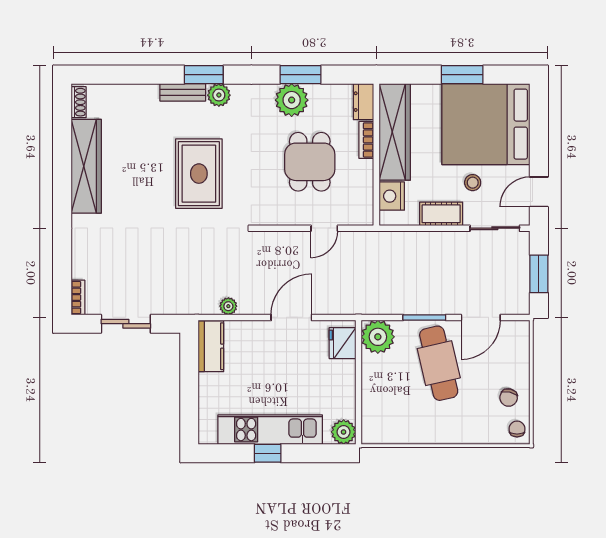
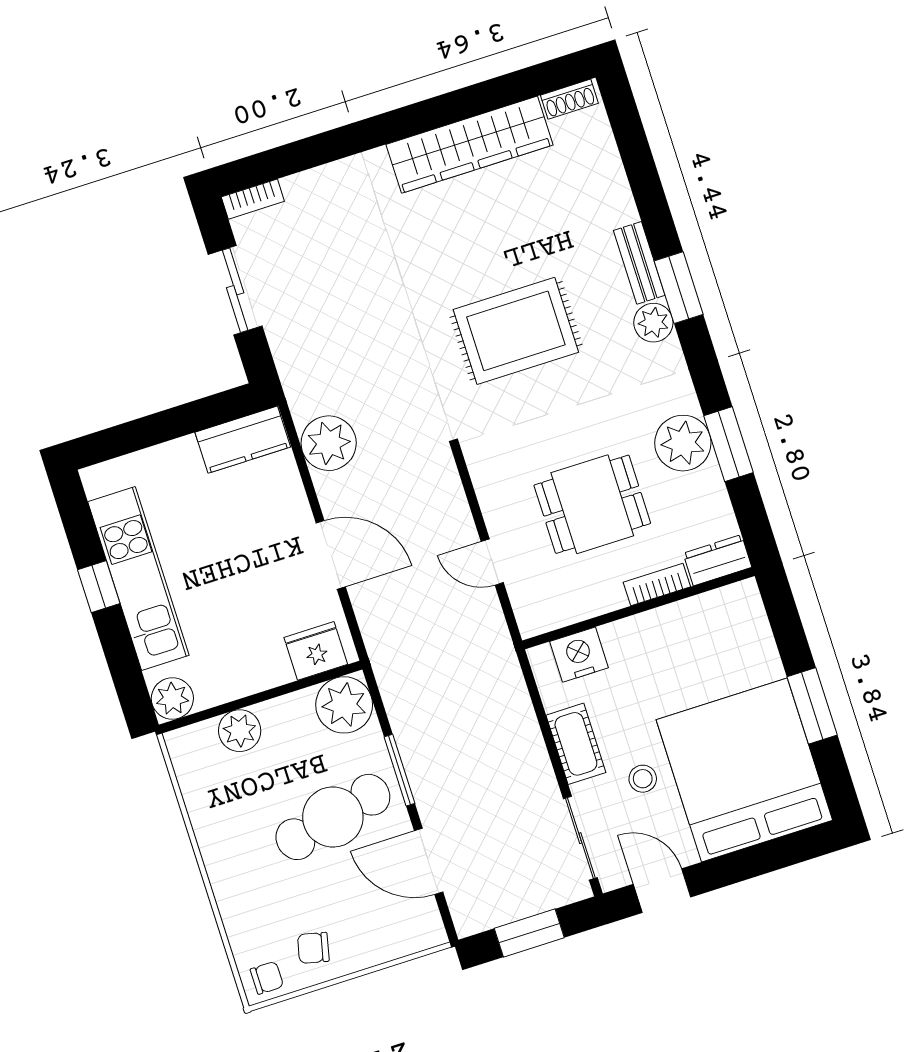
wardrobe: (395, 132) -> (685, 626), removed
plant: (228, 306) -> (329, 443), width x1.87, depth x1.87
plant: (374, 400) -> (240, 731), added

